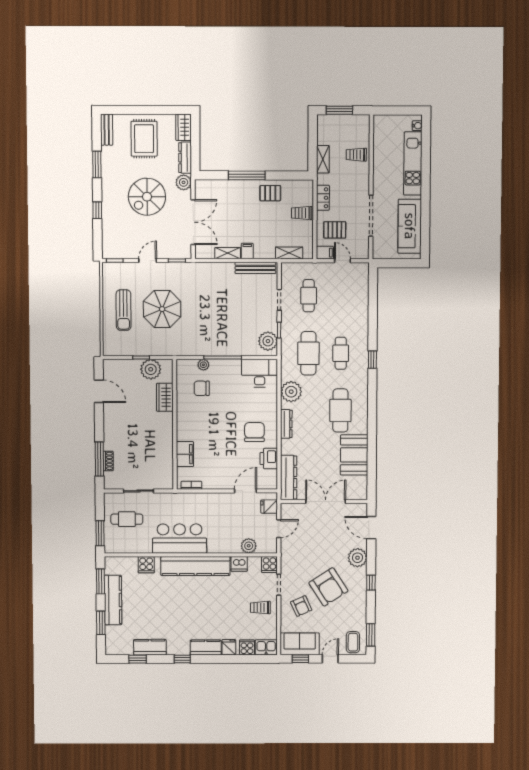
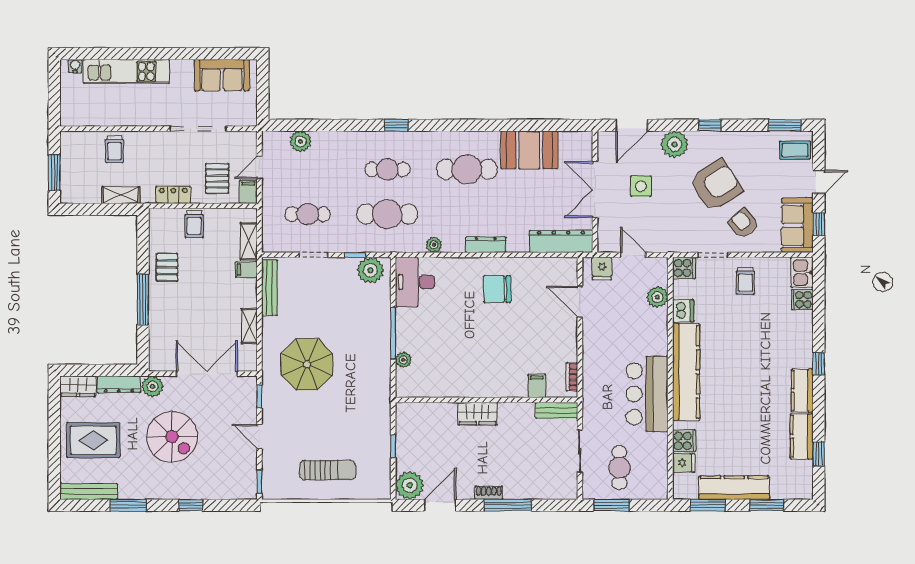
bench: (107, 130) -> (89, 491), width x1.36
sofa: (410, 226) -> (222, 75), width x0.73
filing cabinet: (247, 251) -> (246, 270), moved
plant: (361, 291) -> (300, 141), added
parasol: (162, 309) -> (307, 364), moved
plant: (151, 369) -> (410, 485), moved
chair: (202, 388) -> (436, 362), removed
plant: (291, 392) -> (434, 245), width x0.53, depth x0.53
wardrobe: (165, 397) -> (478, 414), moved
filing cabinet: (185, 454) -> (537, 386), width x0.50
window: (99, 459) -> (508, 505), moved
printer: (269, 459) -> (534, 269), removed
shoe rack: (108, 461) -> (489, 493), moved
bench: (168, 474) -> (557, 410), added
window: (100, 533) -> (611, 505), moved
side table: (328, 534) -> (641, 186), added
armchair: (301, 606) -> (743, 223), turned -107
kitchen counter: (206, 647) -> (802, 390), moved
fridge: (229, 647) -> (684, 463), moved, turned 180
window: (182, 659) -> (819, 364), moved
door: (330, 659) -> (819, 182), swing flipped

